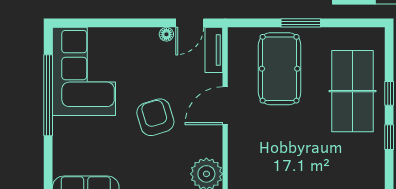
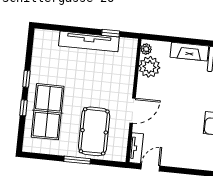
floor lamp: (166, 34) -> (166, 162), removed
armchair: (155, 117) -> (179, 108), removed

